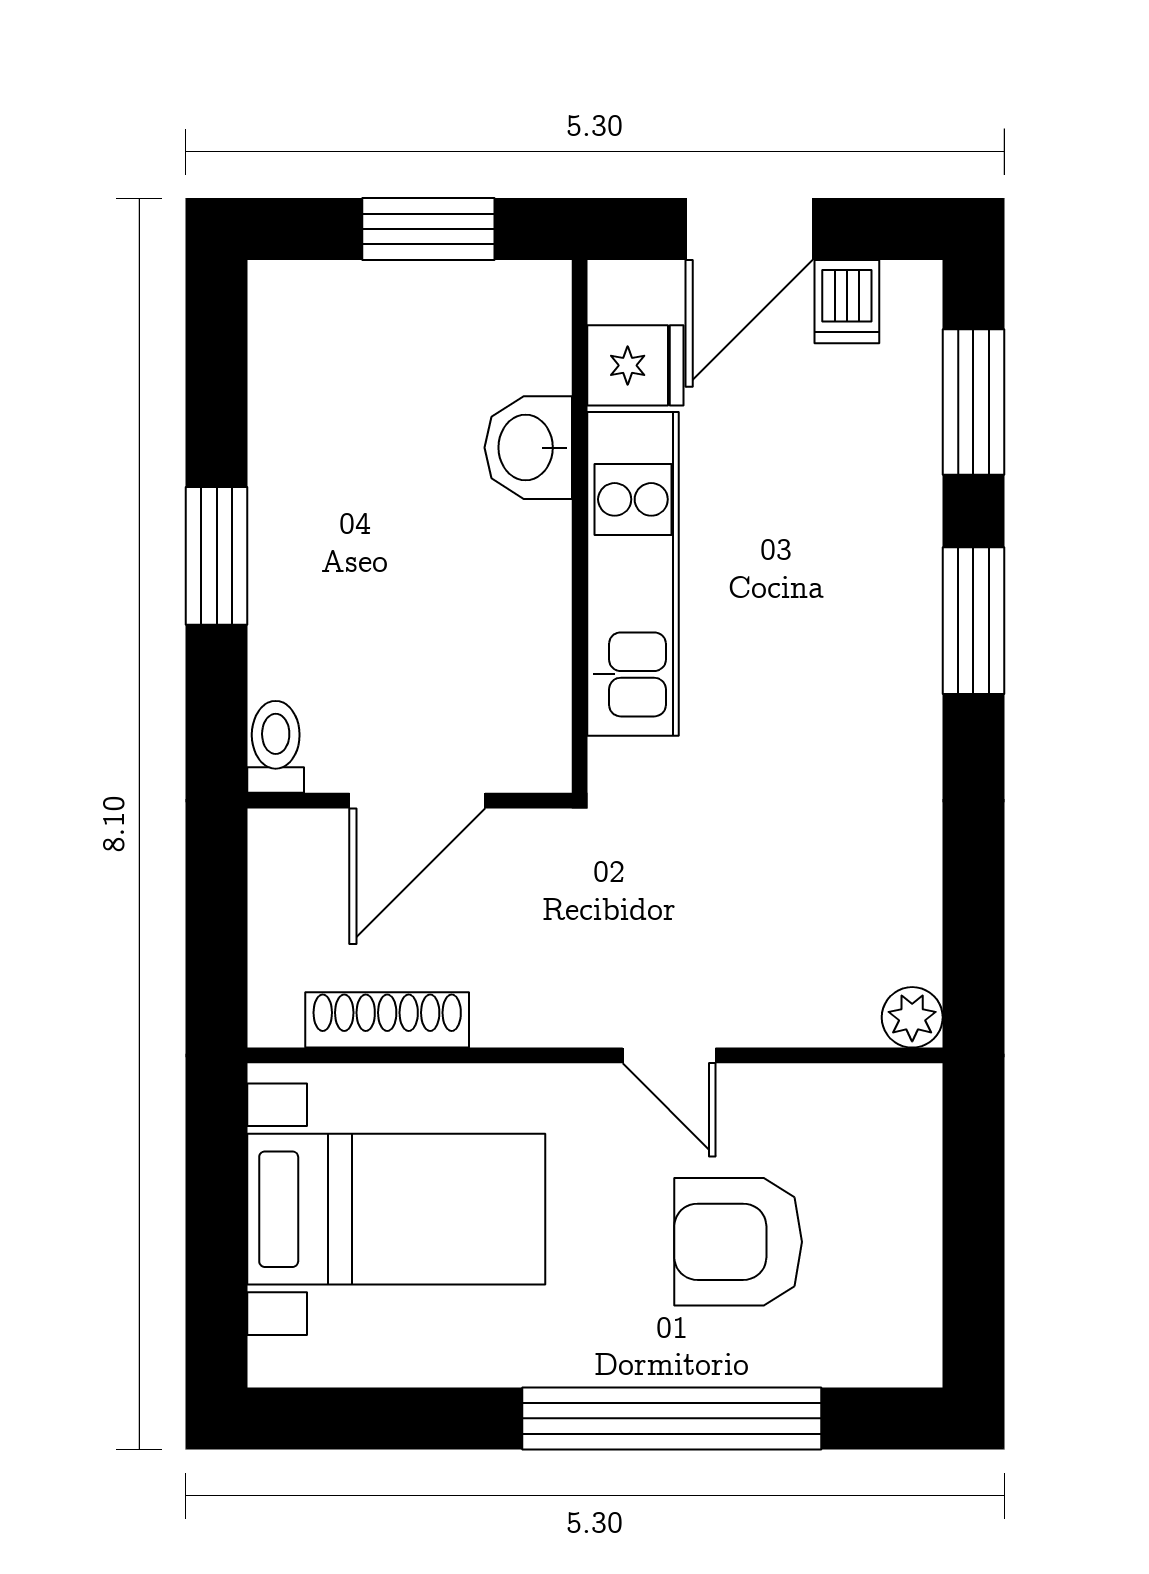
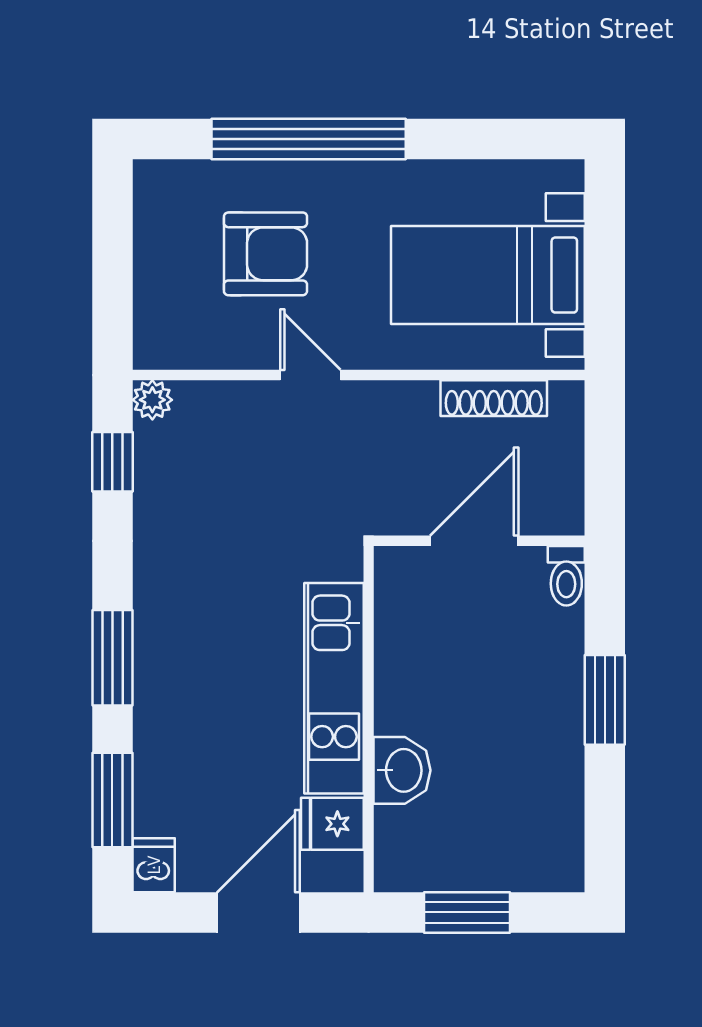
dishwasher: (847, 302) -> (154, 865), moved
window: (973, 922) -> (112, 462), added

